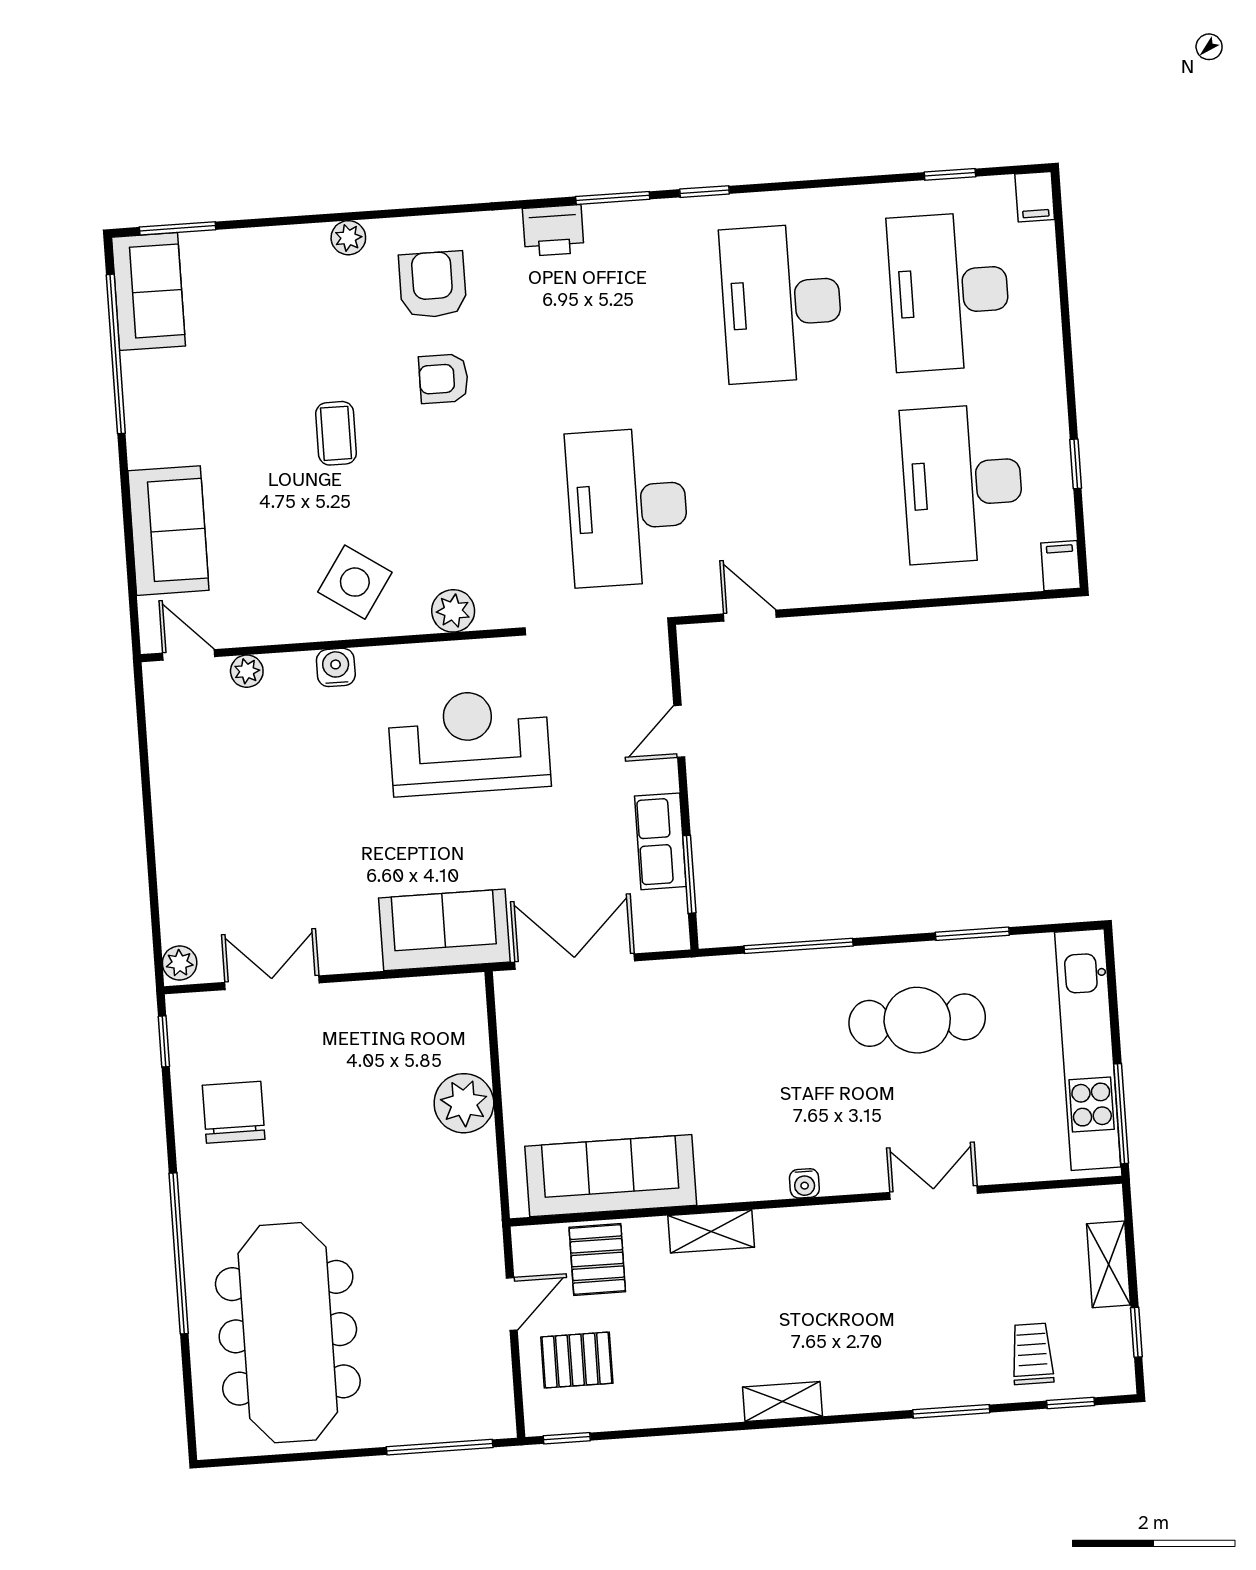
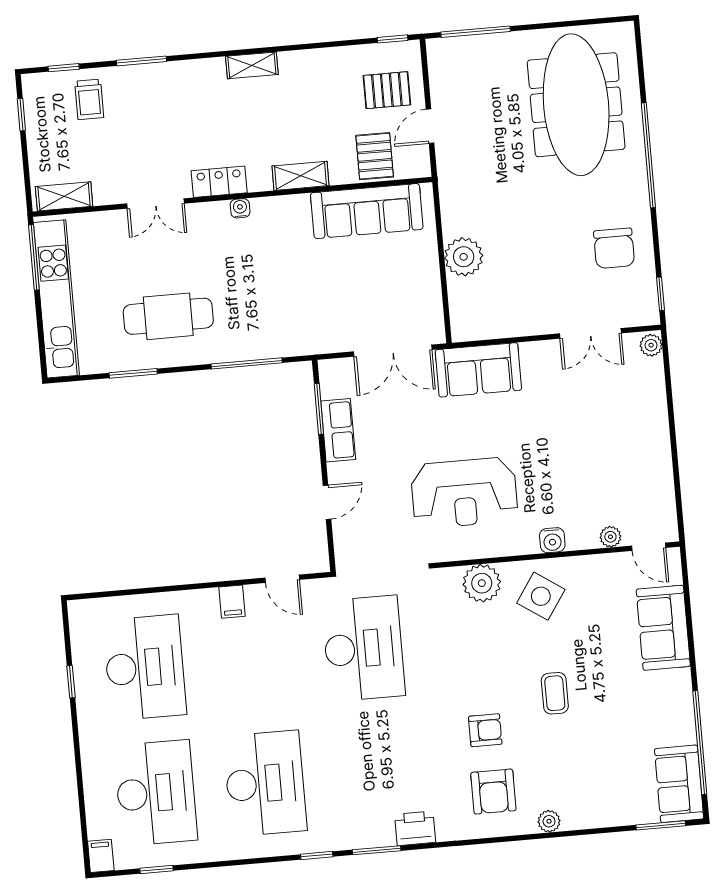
filing cabinet: (1061, 566) -> (232, 602), moved
plant: (453, 611) -> (482, 583), width x1.36, depth x1.36
locker: (836, 1225) -> (219, 182), added
shelving: (1108, 1264) -> (64, 196), moved, turned 90

